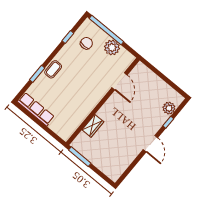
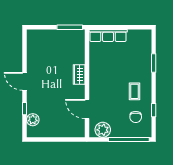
plant: (112, 47) -> (103, 130), moved
coffee table: (53, 69) -> (135, 91), moved
row of seats: (36, 109) -> (108, 36), moved
wardrobe: (93, 126) -> (79, 75), moved

